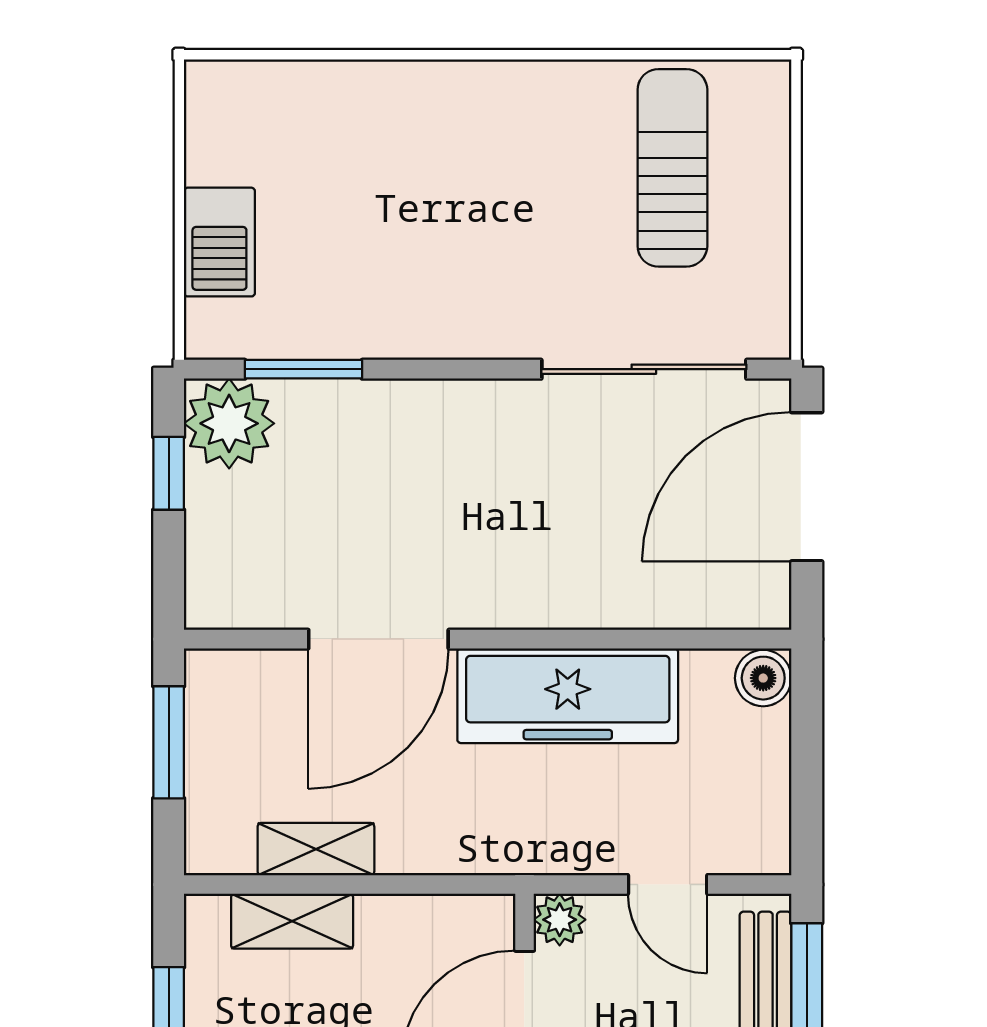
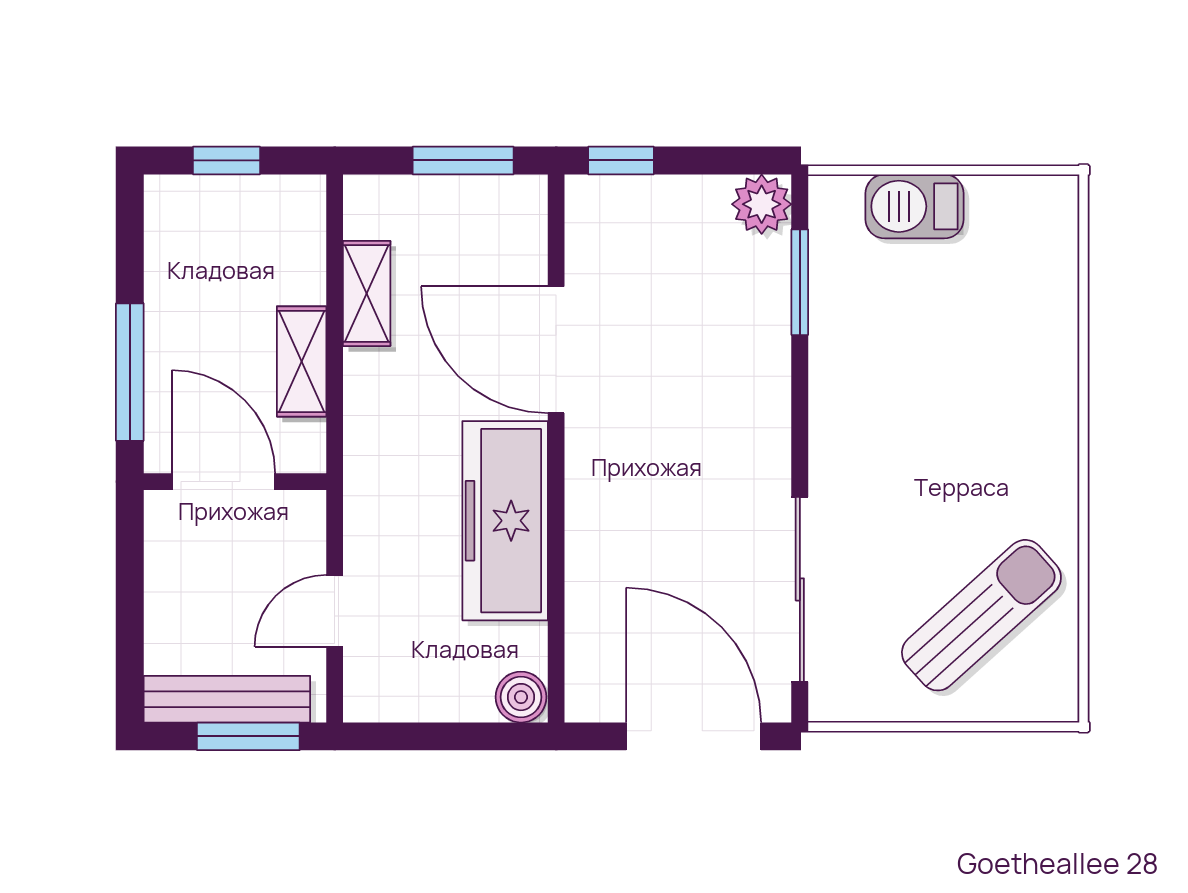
sun lounger: (672, 168) -> (981, 615), turned -42
plant: (229, 423) -> (762, 204), width x0.73, depth x0.73
window: (169, 473) -> (621, 160), moved
plant: (560, 920) -> (303, 513), removed
shelving: (292, 921) -> (302, 361), moved

